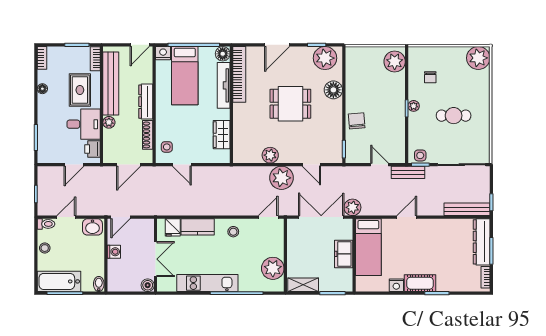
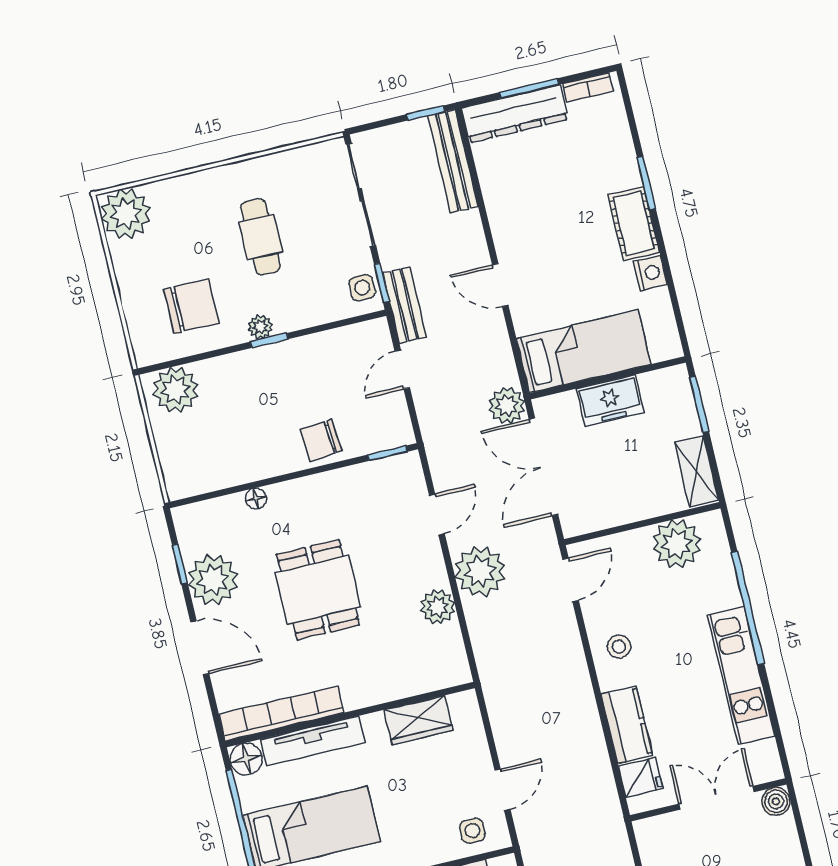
plant: (325, 58) -> (213, 580), moved
chair: (430, 77) -> (191, 306), width x1.87, depth x1.87
floor lamp: (333, 90) -> (256, 499), width x0.53, depth x0.53
door: (268, 217) -> (570, 580), swing flipped

